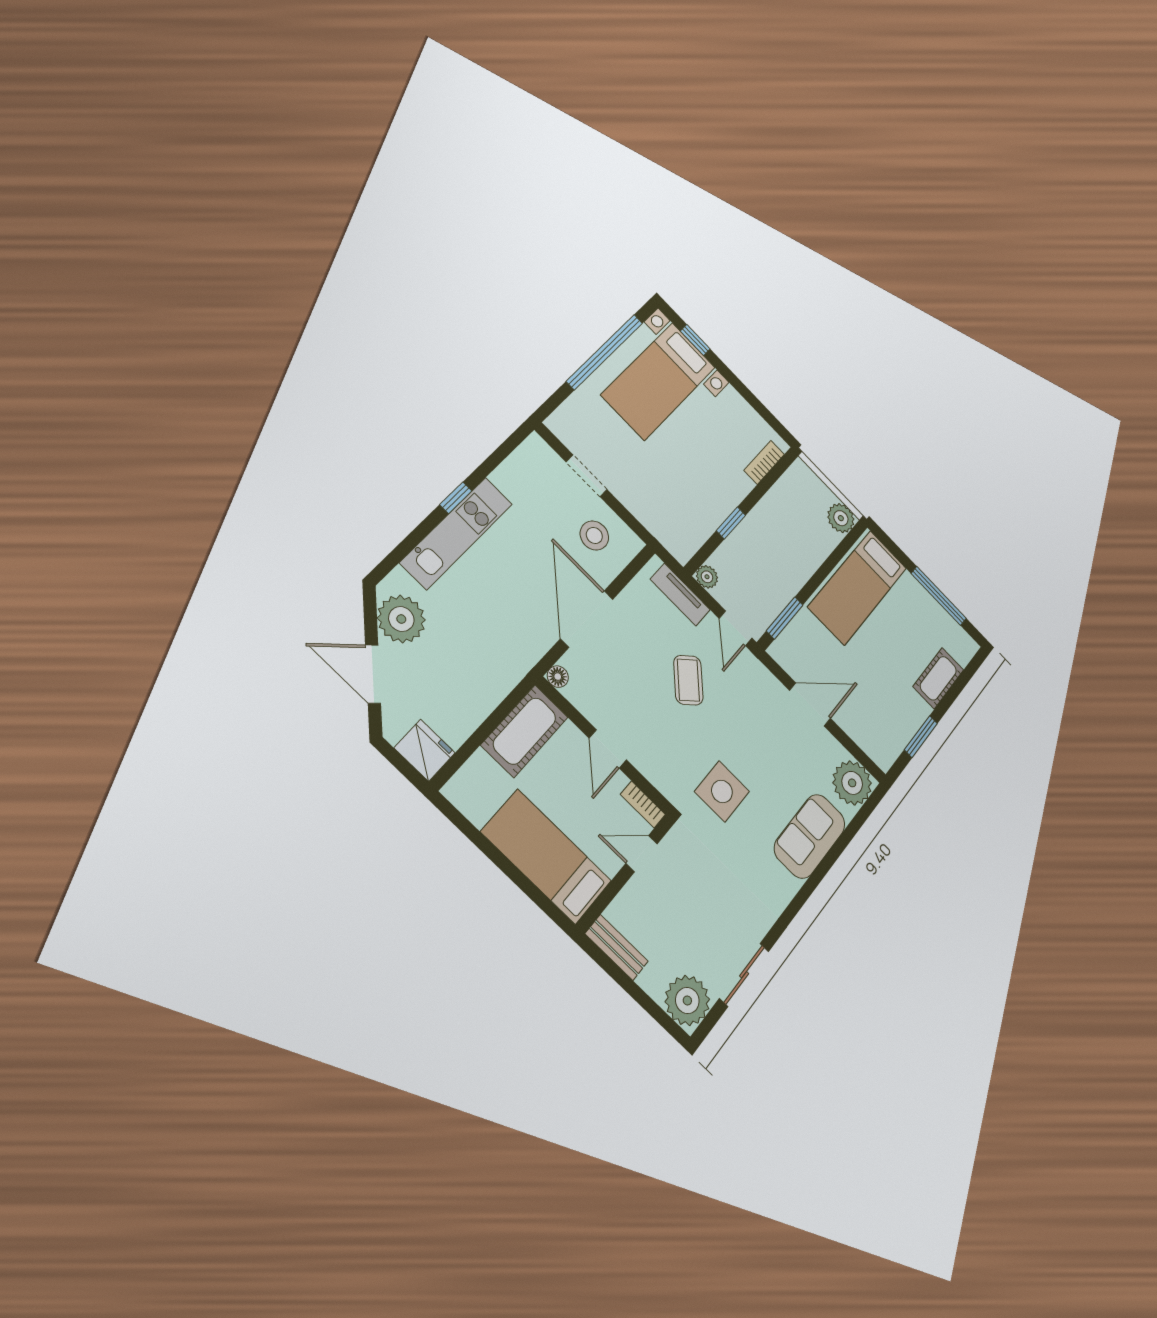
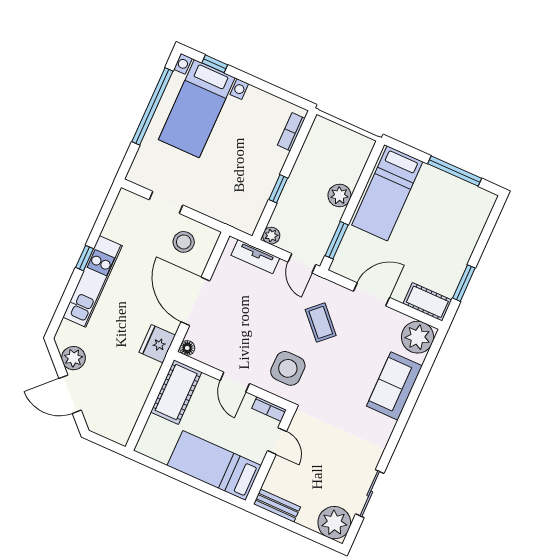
plant: (841, 518) -> (339, 195), moved
plant: (401, 619) -> (73, 358), width x0.73, depth x0.73
cot: (938, 678) -> (427, 302), moved, turned 90
coffee table: (688, 680) -> (321, 322), moved
fridge: (425, 750) -> (157, 344), moved, turned -90
side table: (722, 791) -> (288, 368), moved
door: (642, 854) -> (277, 441), swing flipped

